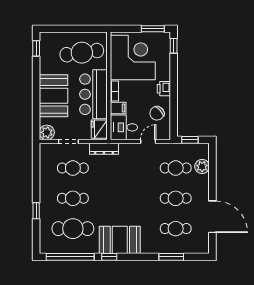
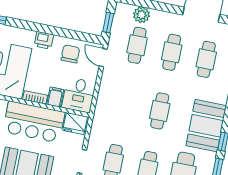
chair: (157, 113) -> (70, 54), turned -138
door: (148, 141) -> (103, 58), moved
dresser: (104, 149) -> (98, 123), removed
cafe table: (124, 198) -> (160, 111), added

